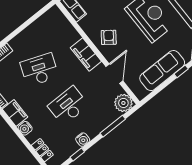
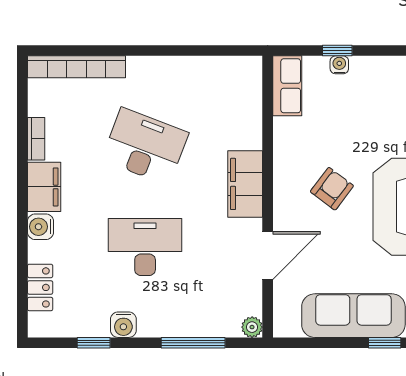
armchair: (109, 37) -> (332, 189), moved
plant: (123, 103) -> (252, 327), width x0.53, depth x0.53

